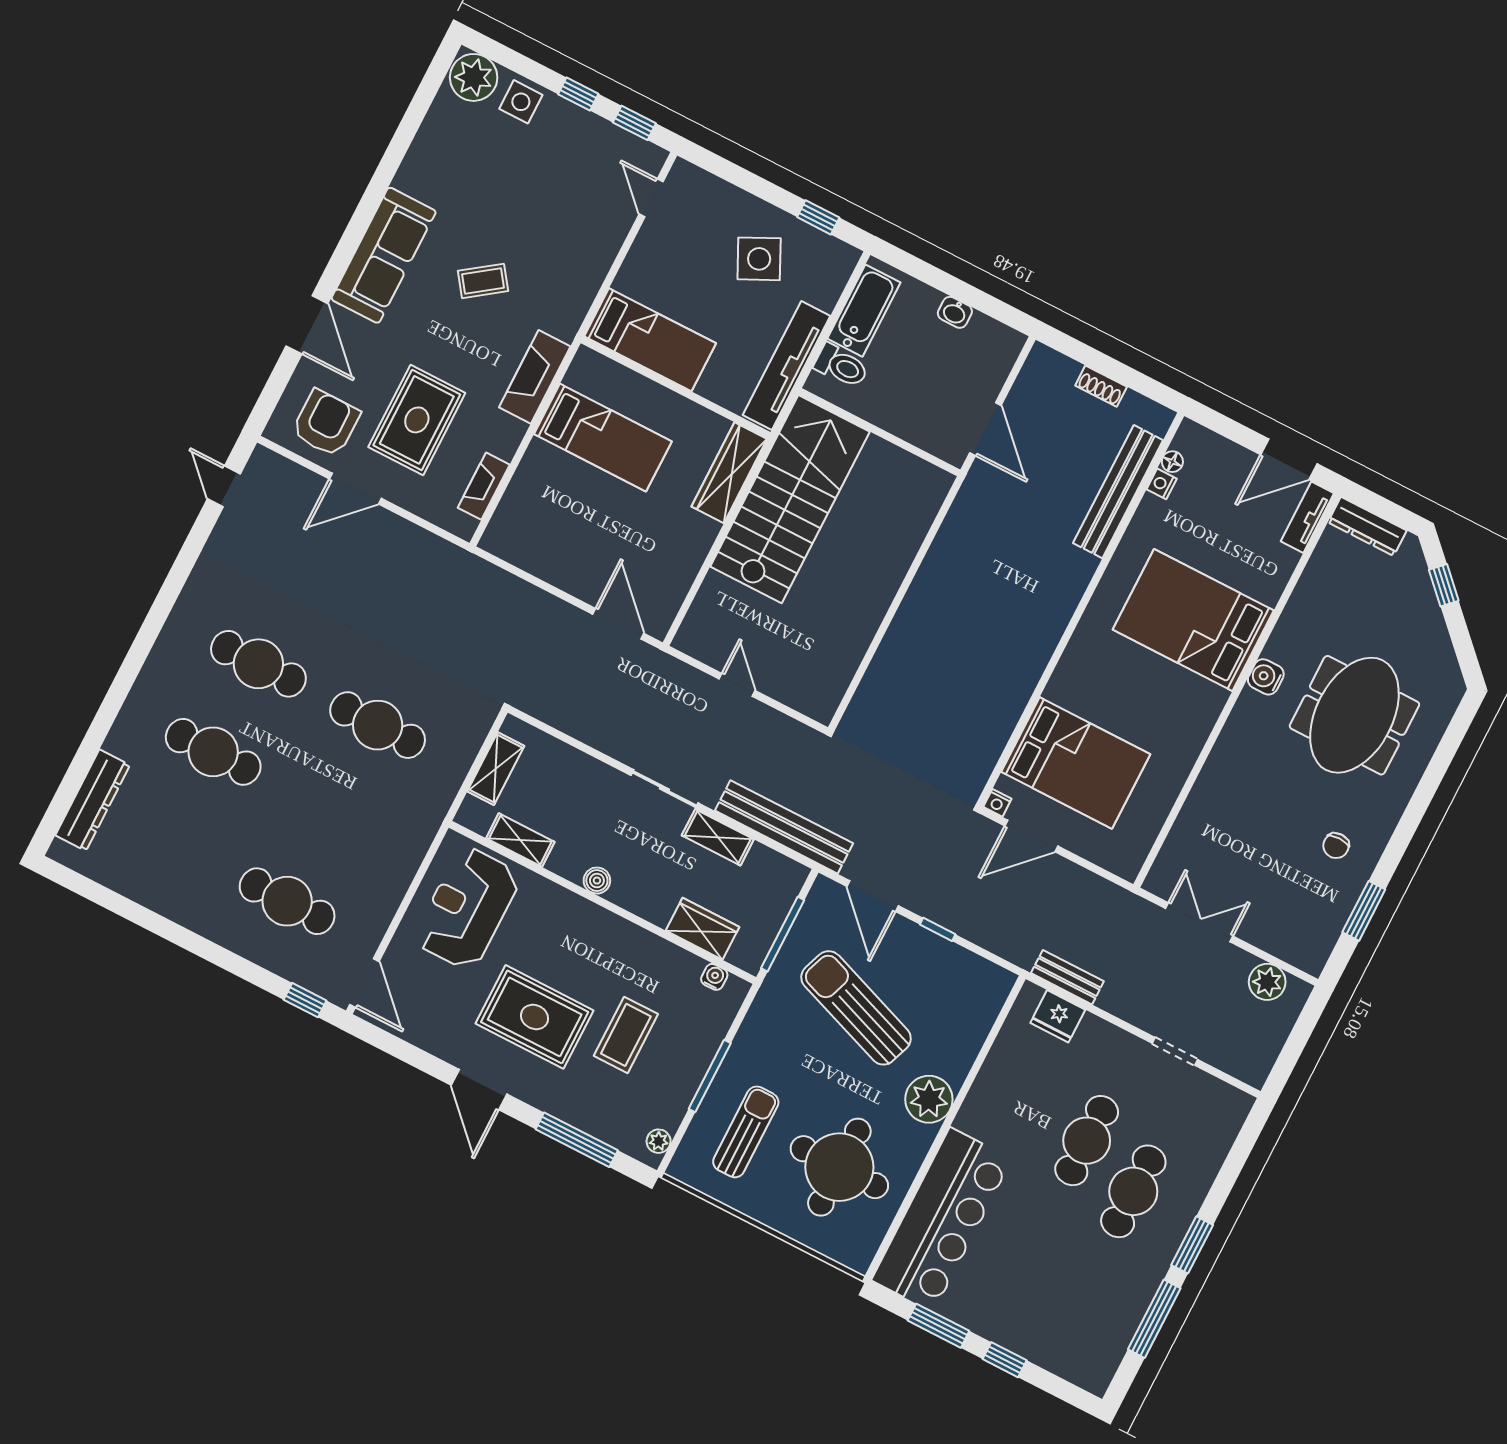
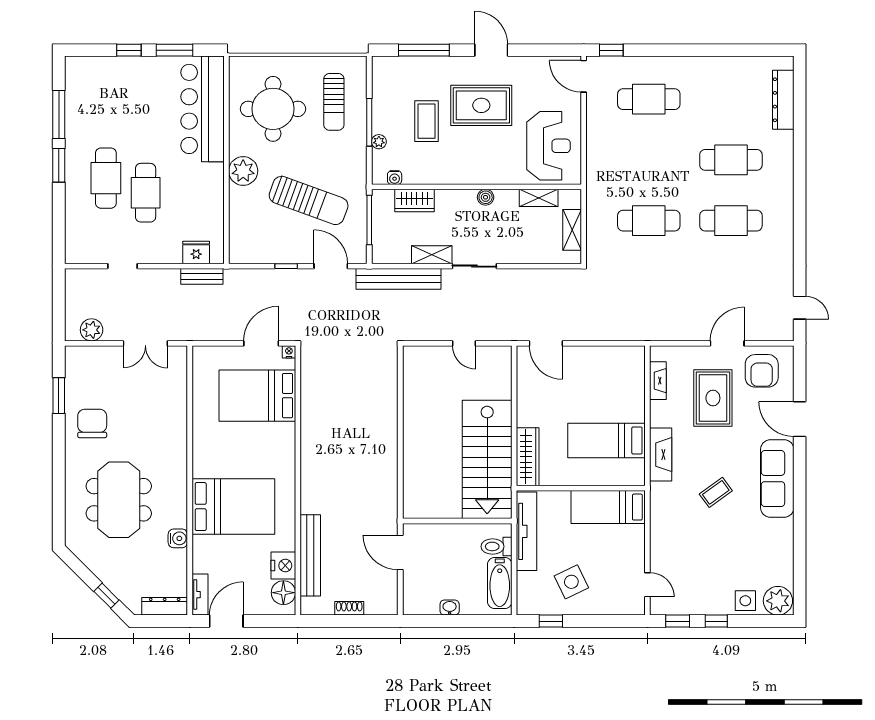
floor lamp: (1172, 462) -> (283, 593), width x1.89, depth x1.89
nightstand: (1162, 484) -> (283, 565), width x1.89, depth x1.79
water cooler: (1266, 677) -> (178, 538), moved
chair: (1336, 846) -> (92, 423), width x1.87, depth x1.87
plant: (659, 1141) -> (379, 142), moved

